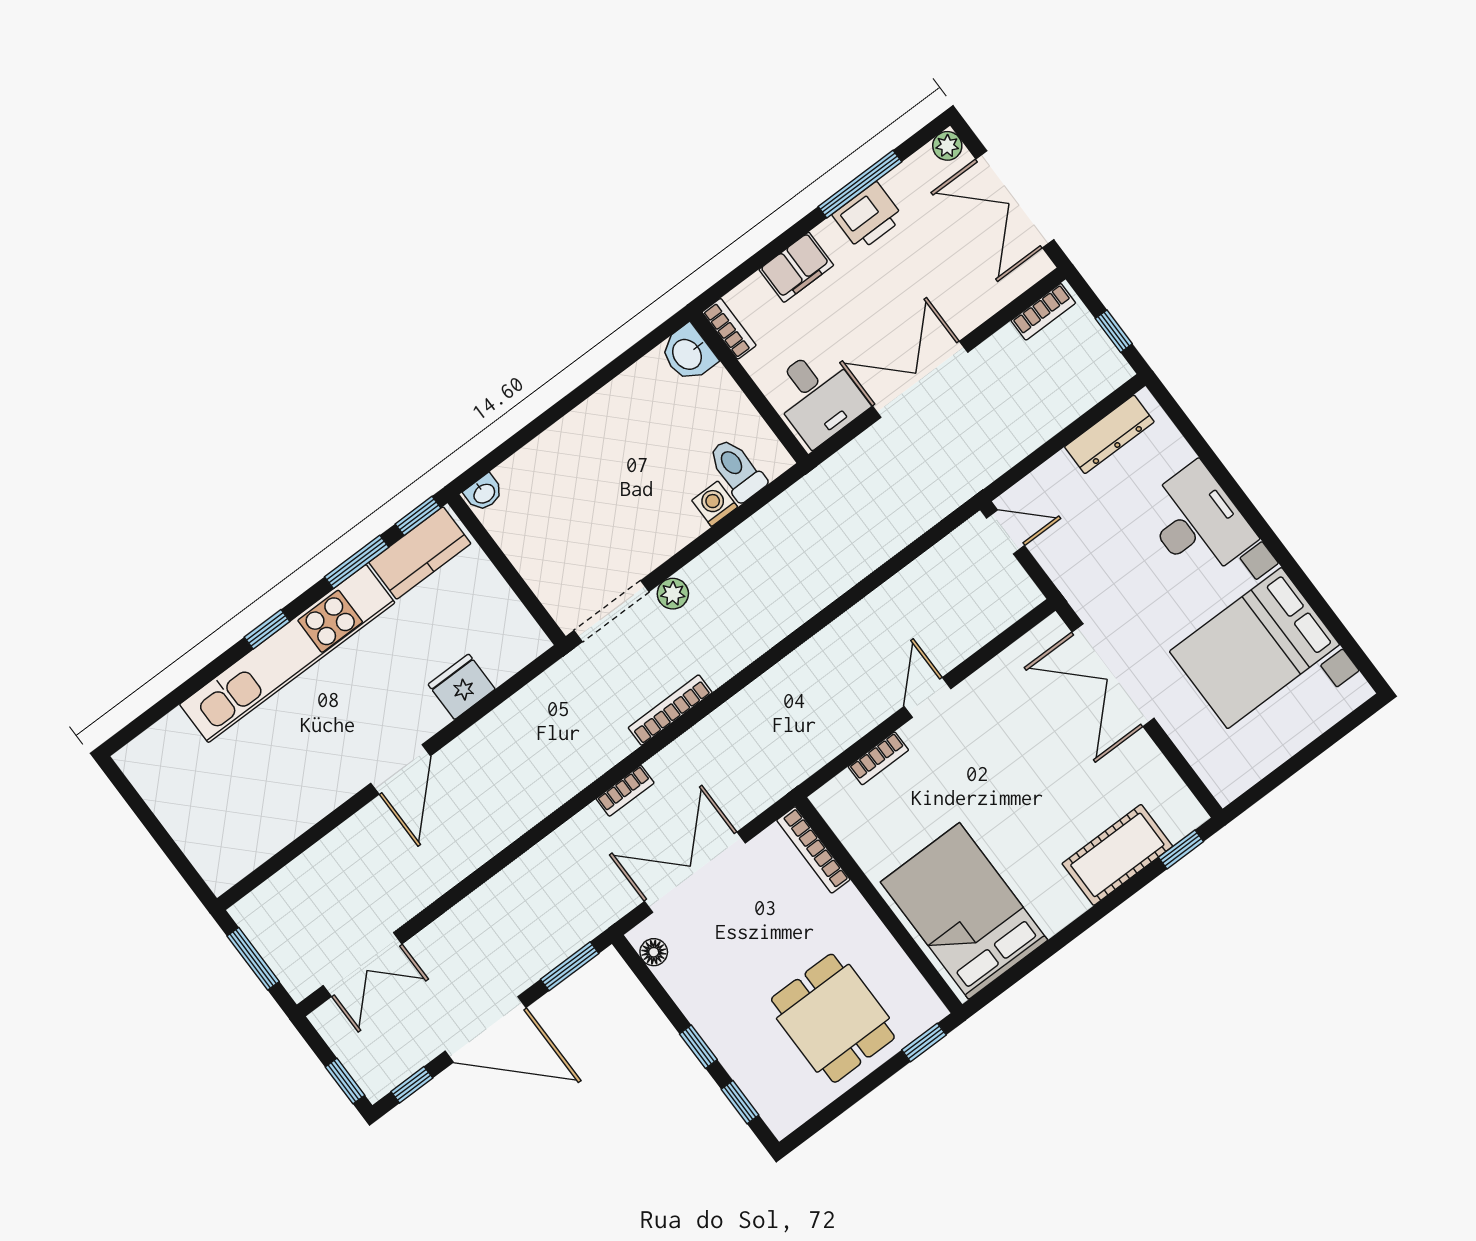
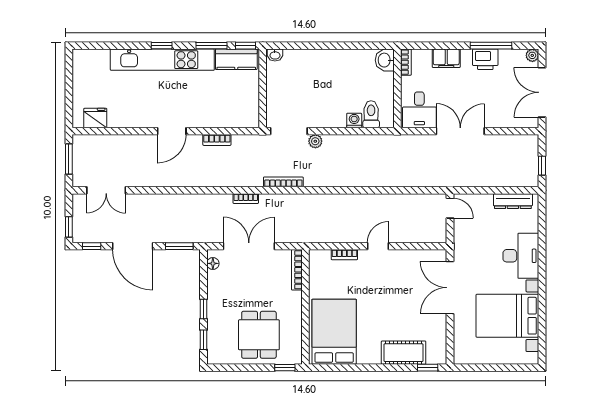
bookcase: (1043, 312) -> (217, 140), moved
fridge: (462, 687) -> (95, 118), moved

